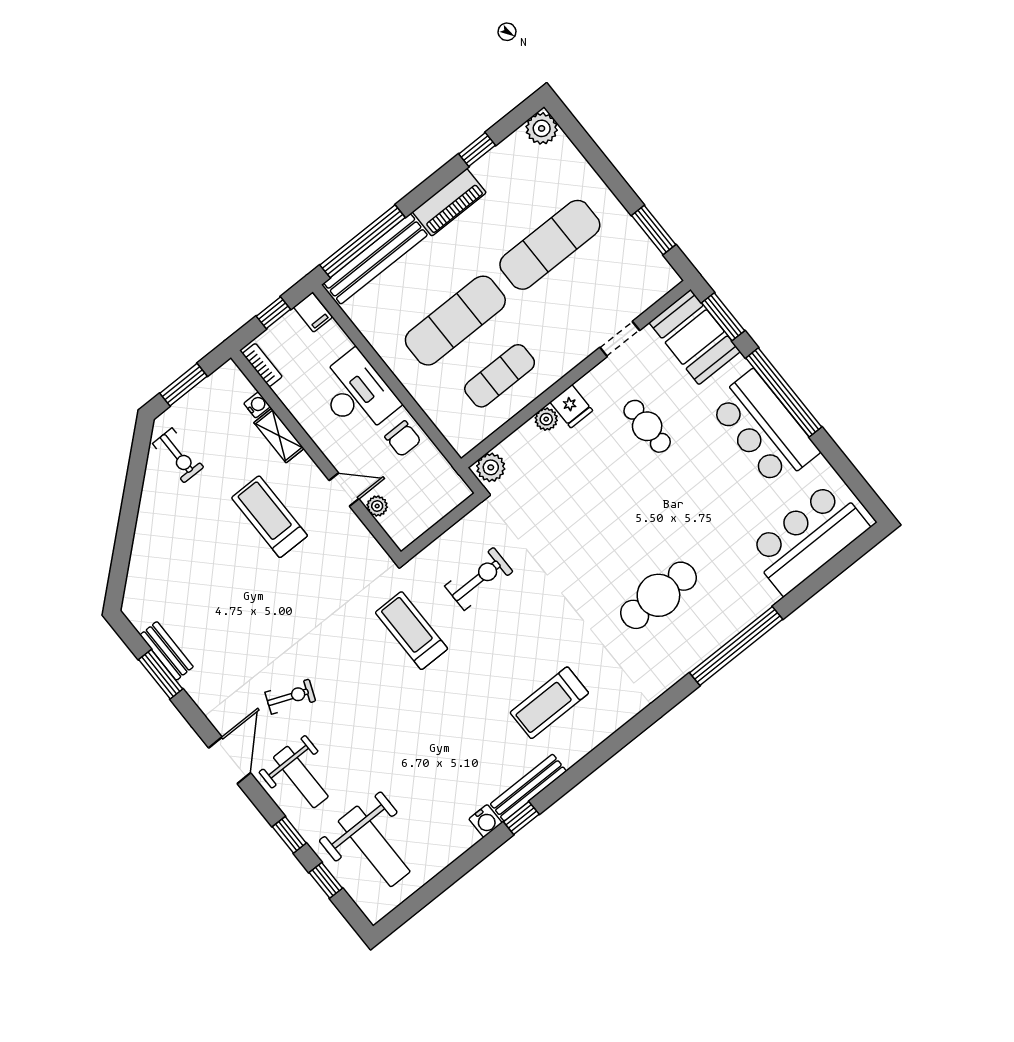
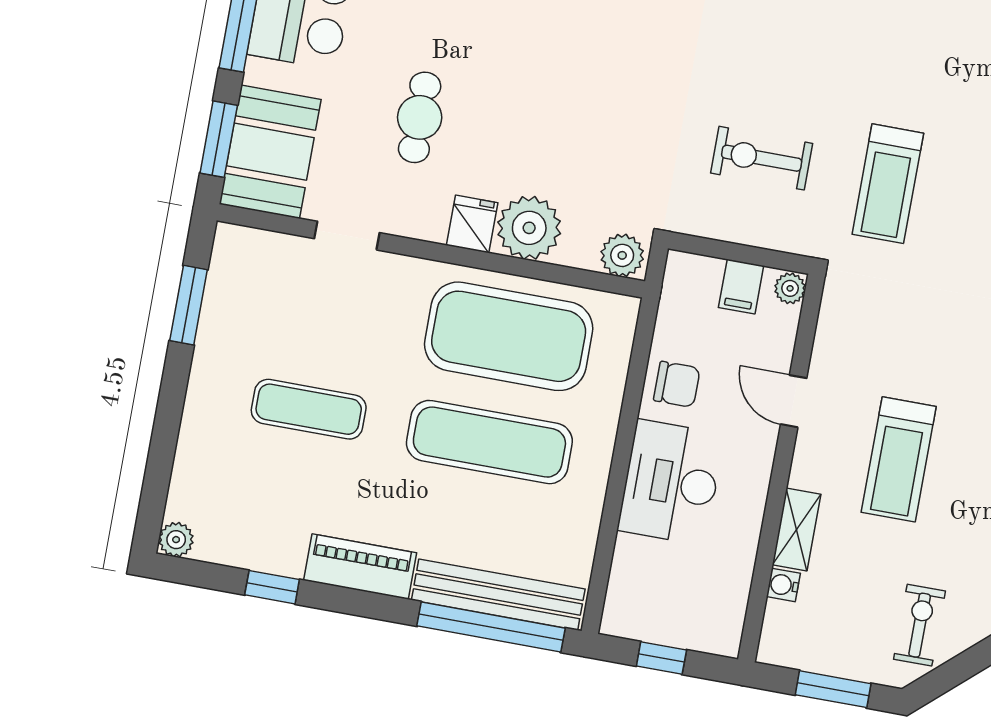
plant: (542, 128) -> (176, 540), width x0.73, depth x0.73
exercise mat: (550, 245) -> (309, 409), width x0.73, depth x0.69
filing cabinet: (313, 312) -> (741, 287), moved, turned 180
bookcase: (262, 365) -> (732, 619), removed
exercise mat: (500, 376) -> (509, 336), width x2.00, depth x1.45
plant: (546, 419) -> (529, 228), width x1.88, depth x1.88
chair: (403, 439) -> (677, 384), turned 90
plant: (377, 506) -> (790, 288), moved

